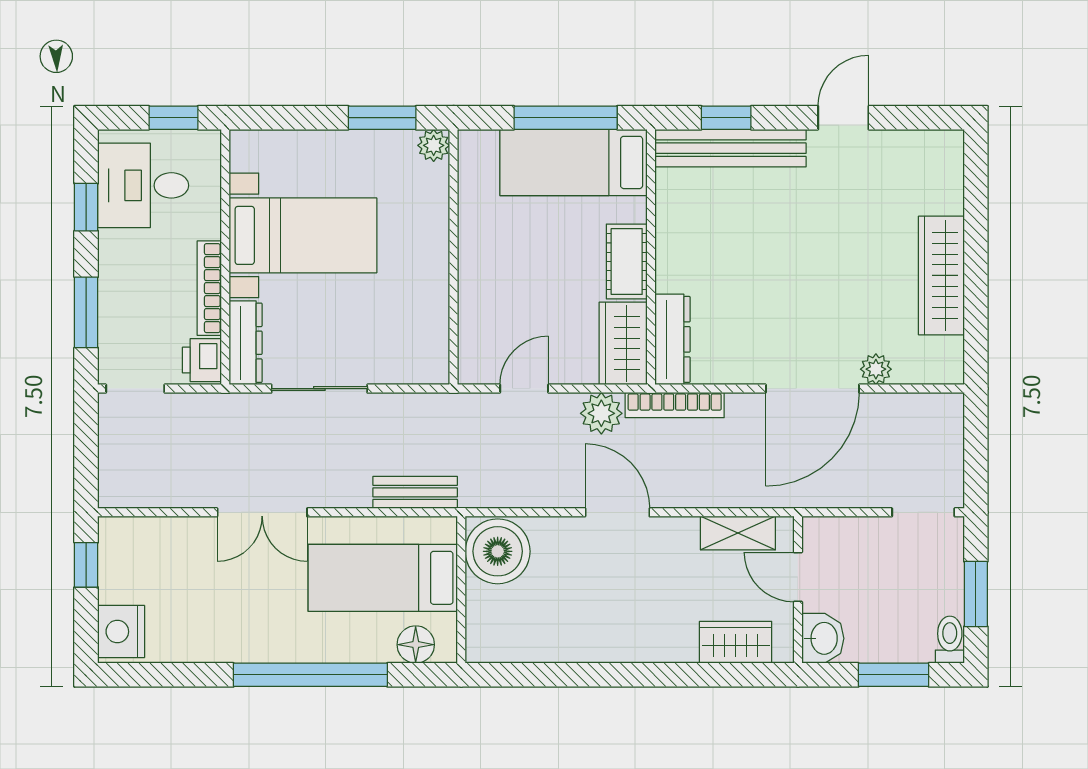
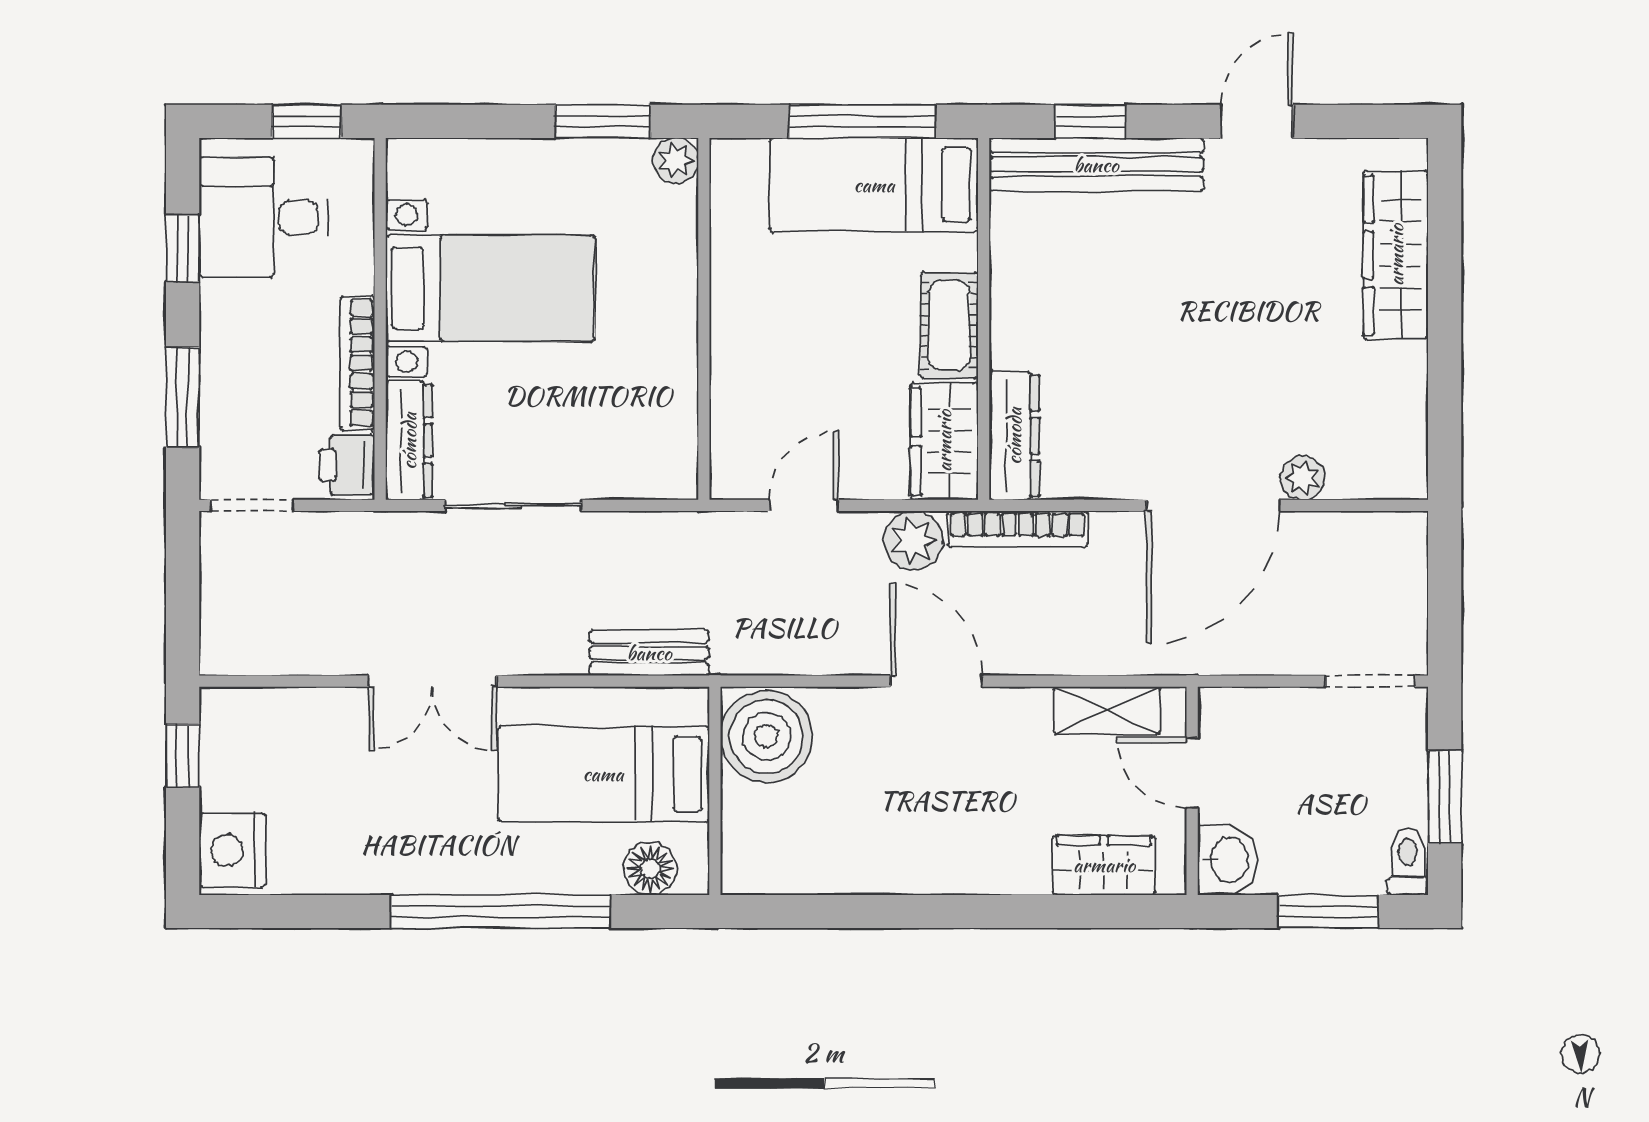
wardrobe: (941, 275) -> (1396, 255), moved

